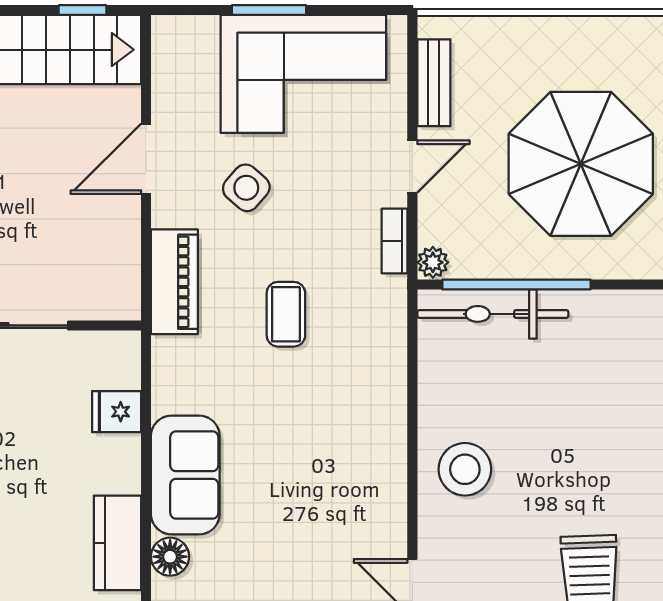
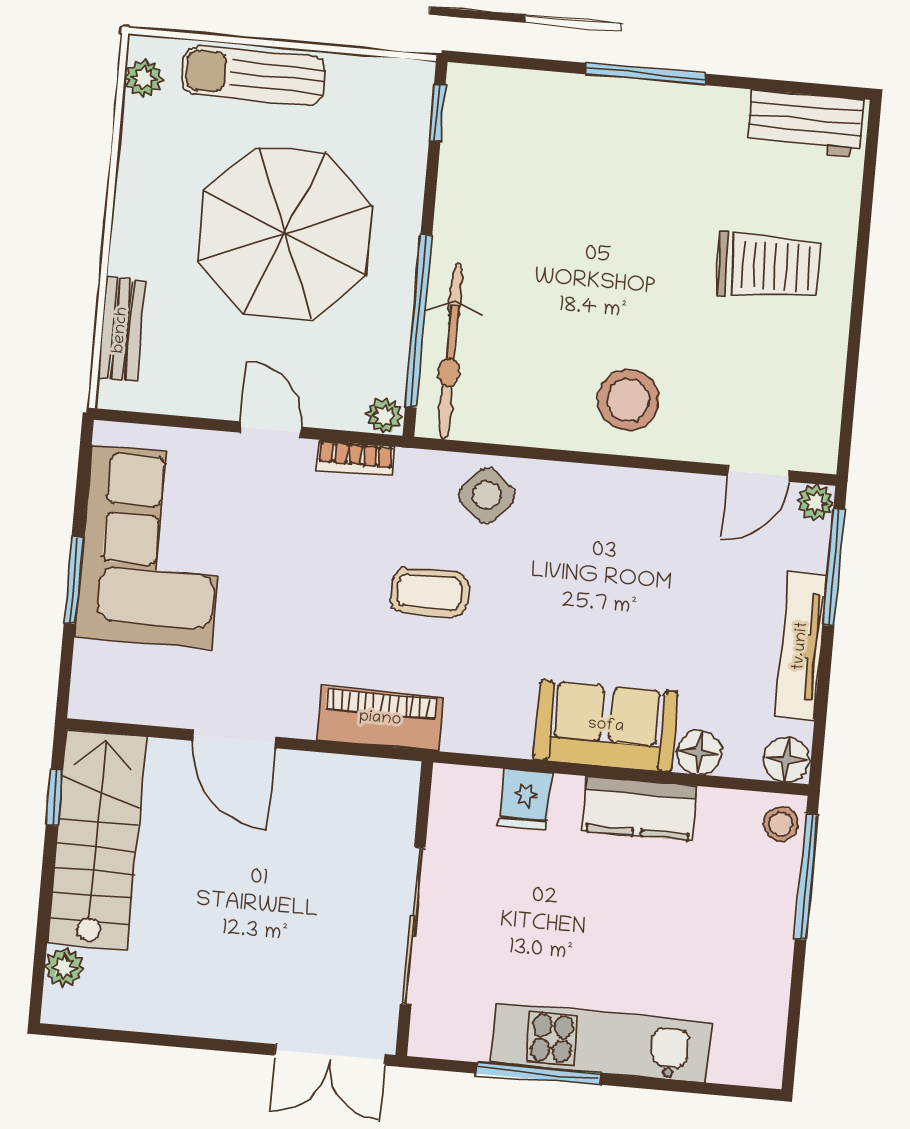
bench: (434, 83) -> (121, 330), moved, turned 90
side table: (246, 188) -> (487, 495), moved
kitchen counter: (118, 543) -> (639, 808), moved

